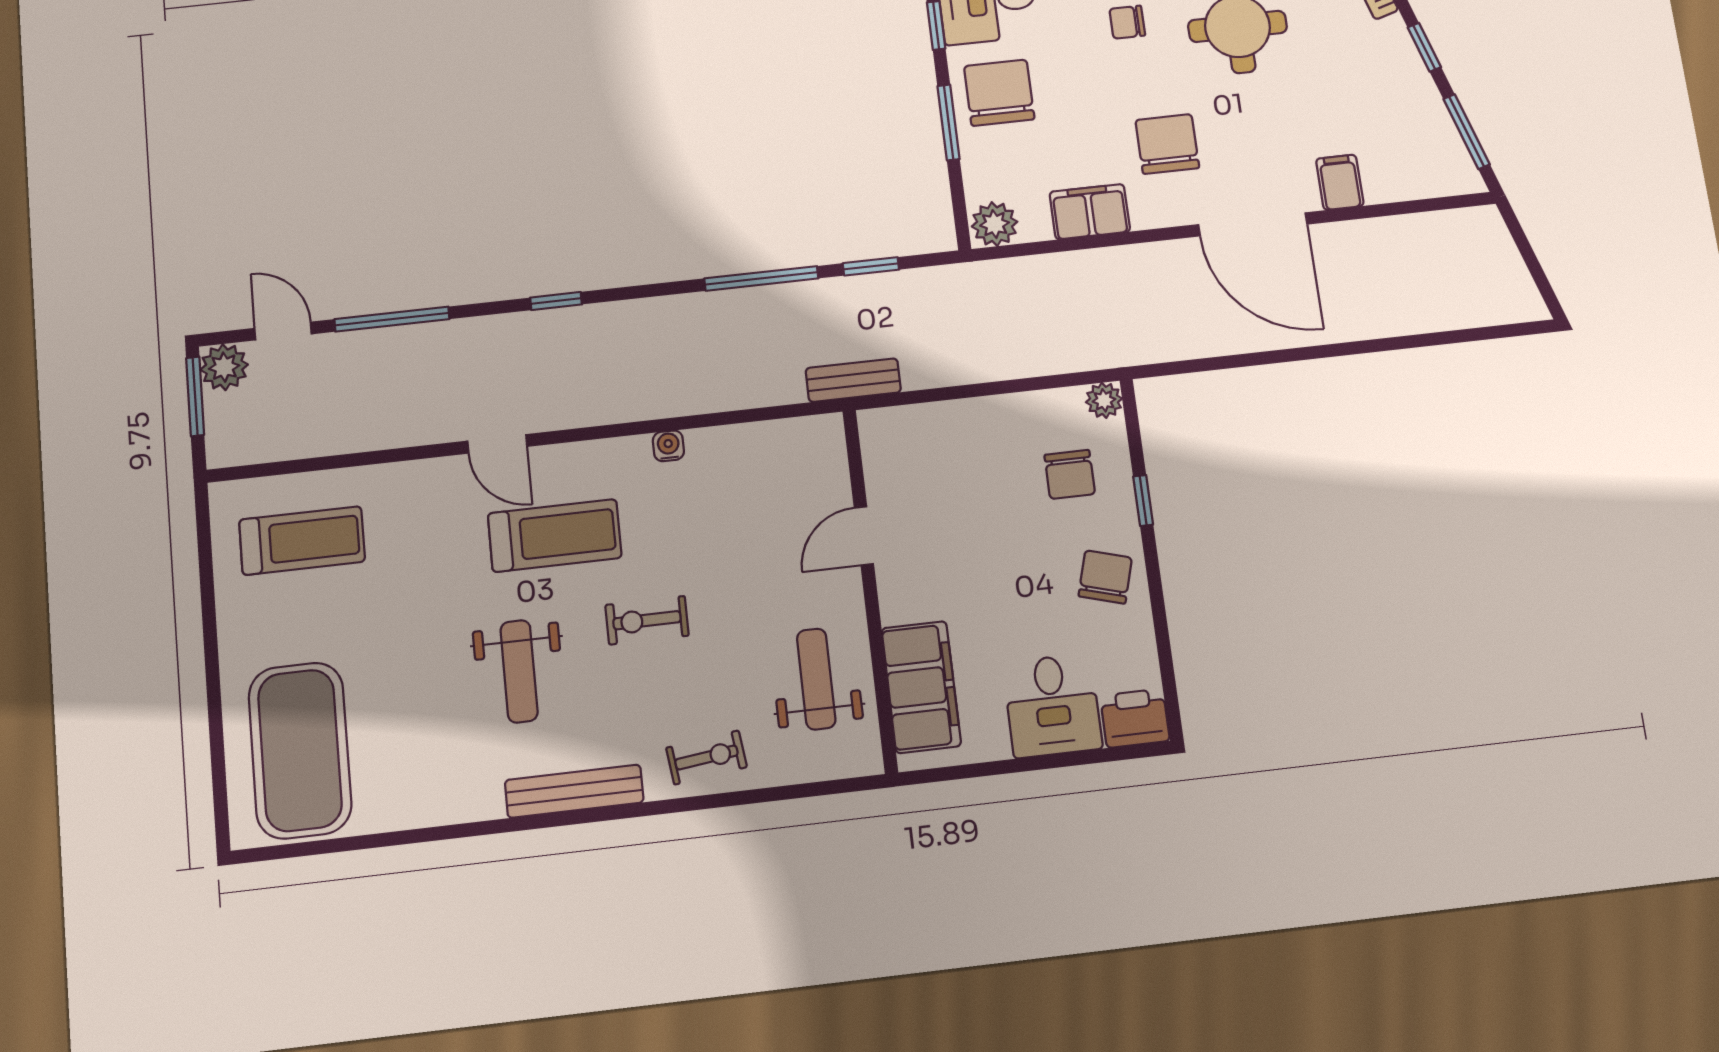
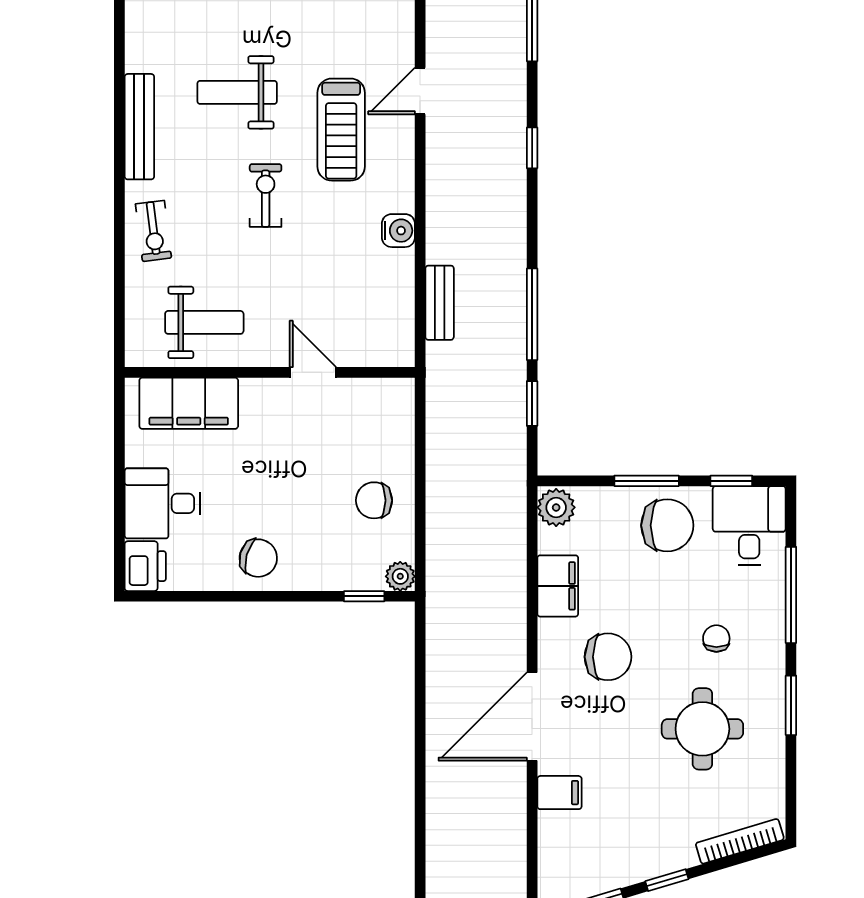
bench: (853, 380) -> (440, 303), moved
water cooler: (668, 446) -> (398, 231), width x1.38, depth x1.38
chair: (1070, 474) -> (374, 500), moved
window: (1143, 500) -> (364, 596), moved

